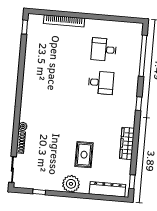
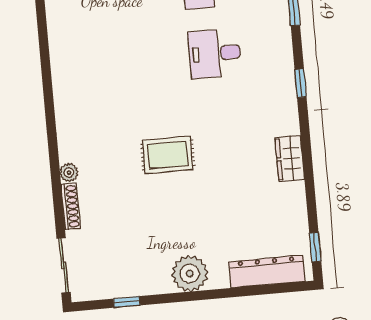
desk: (101, 83) -> (215, 53), turned 180
wardrobe: (127, 143) -> (290, 159), width x0.67
rug: (84, 155) -> (168, 155), moved, turned 90

